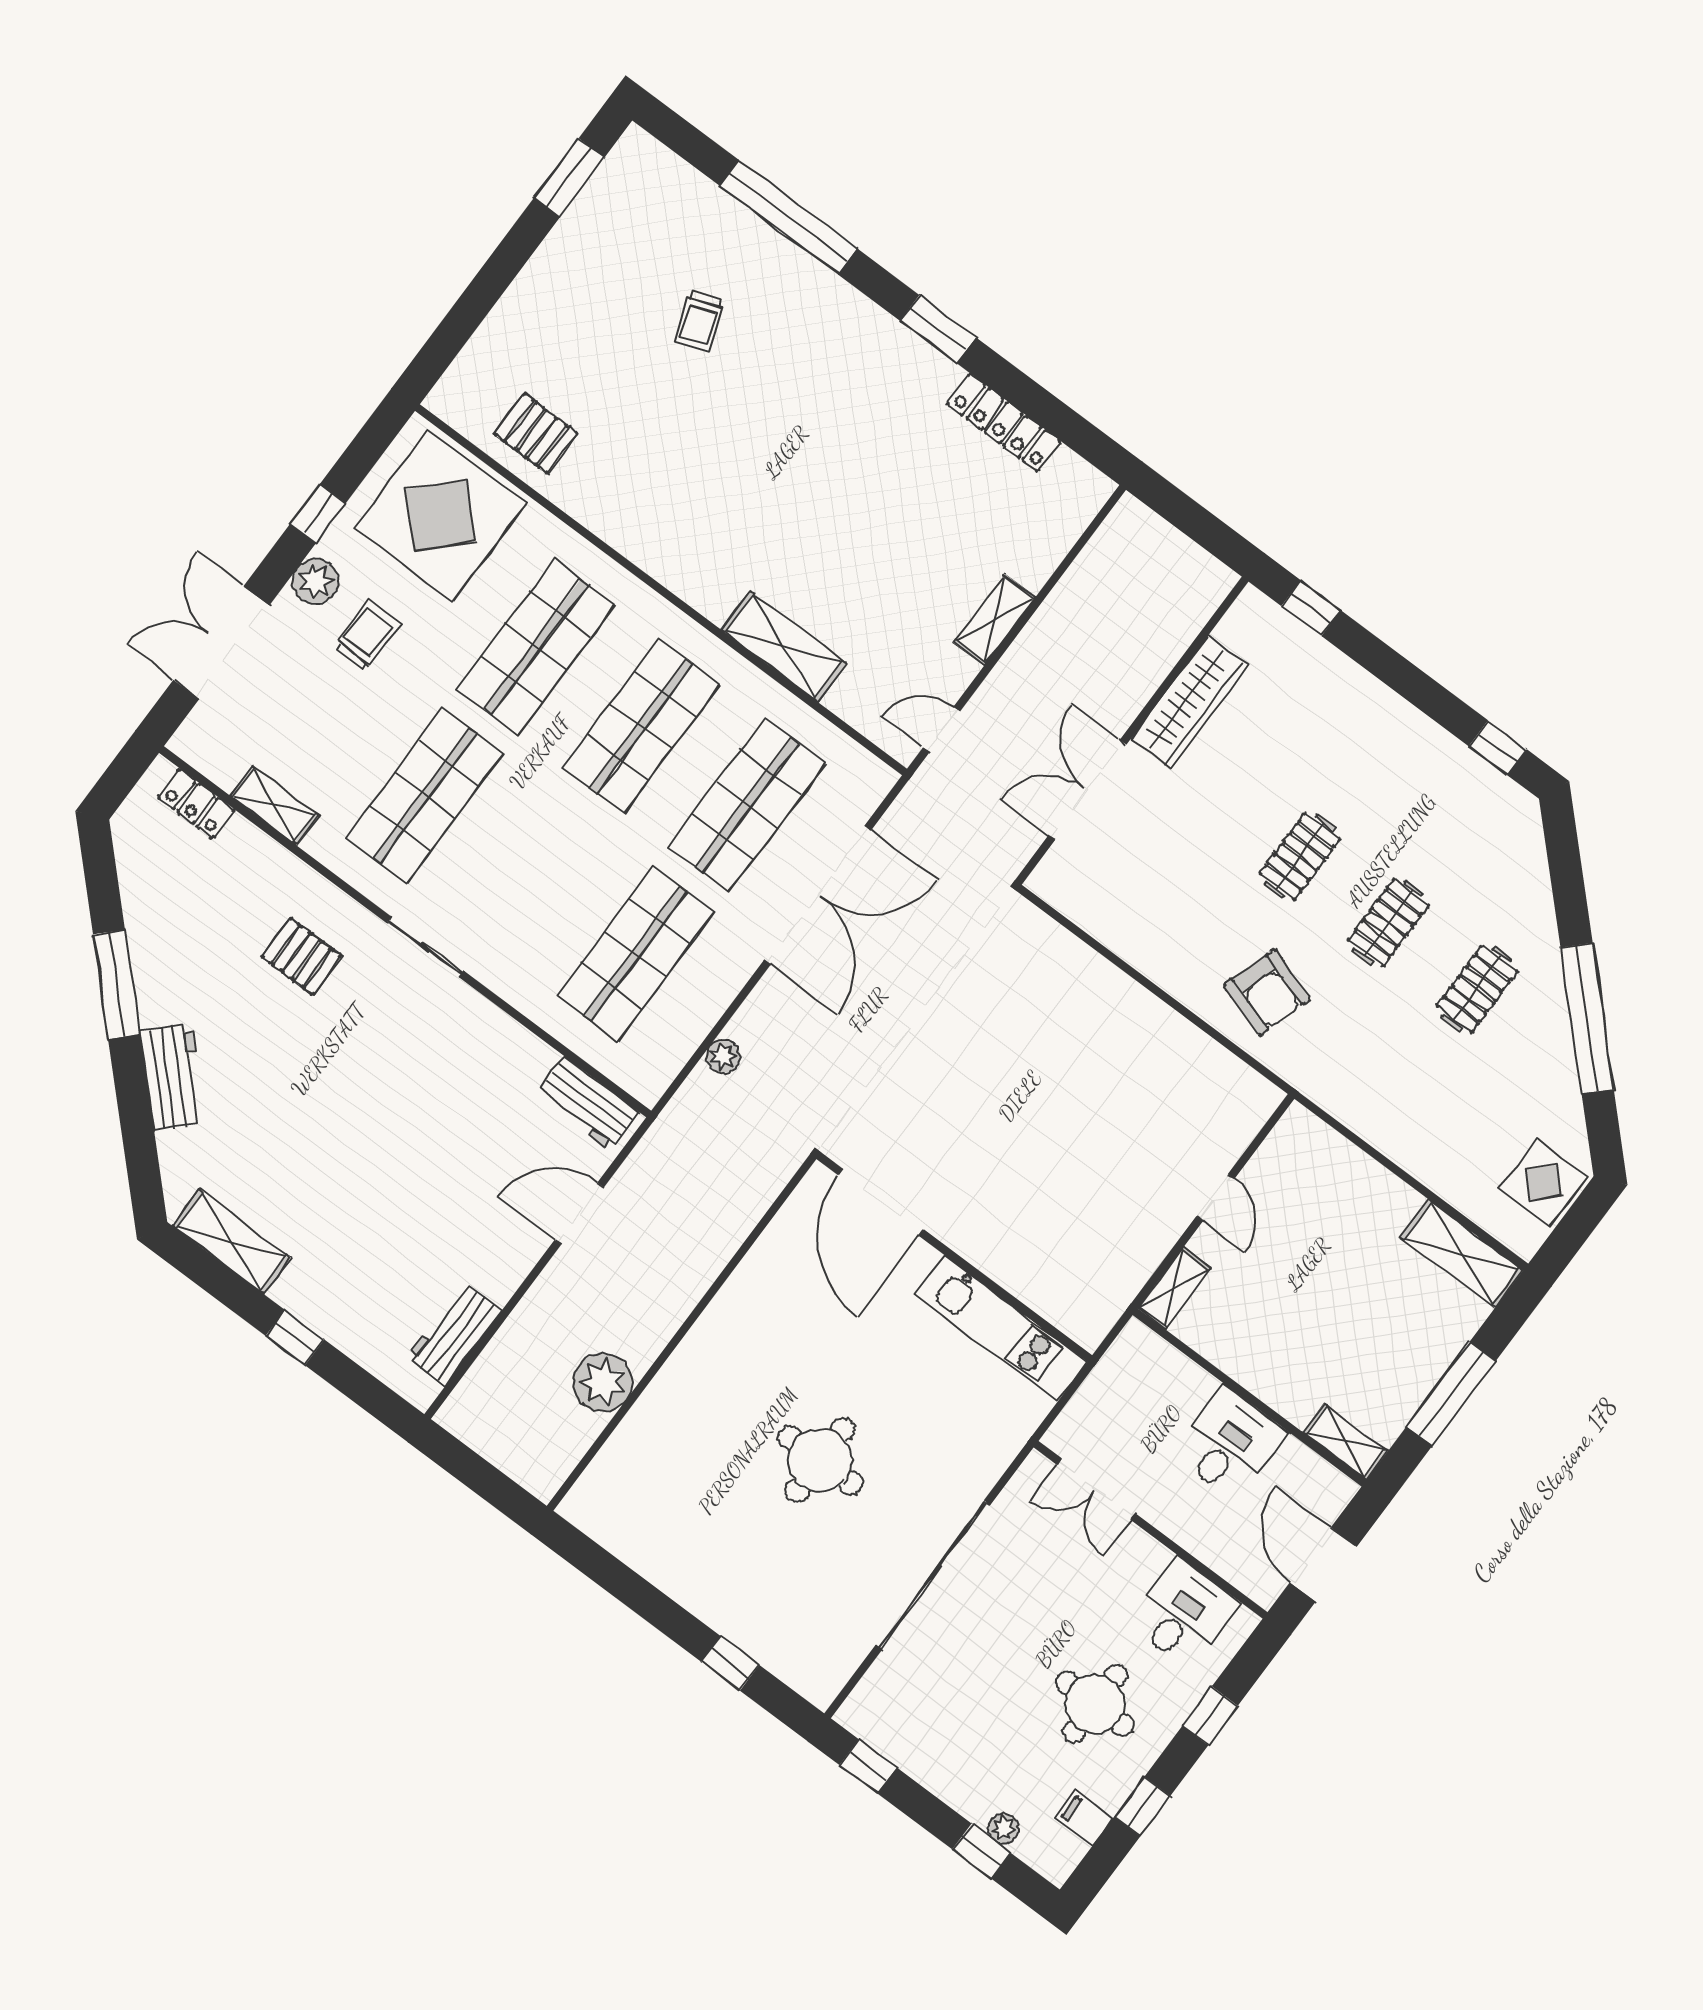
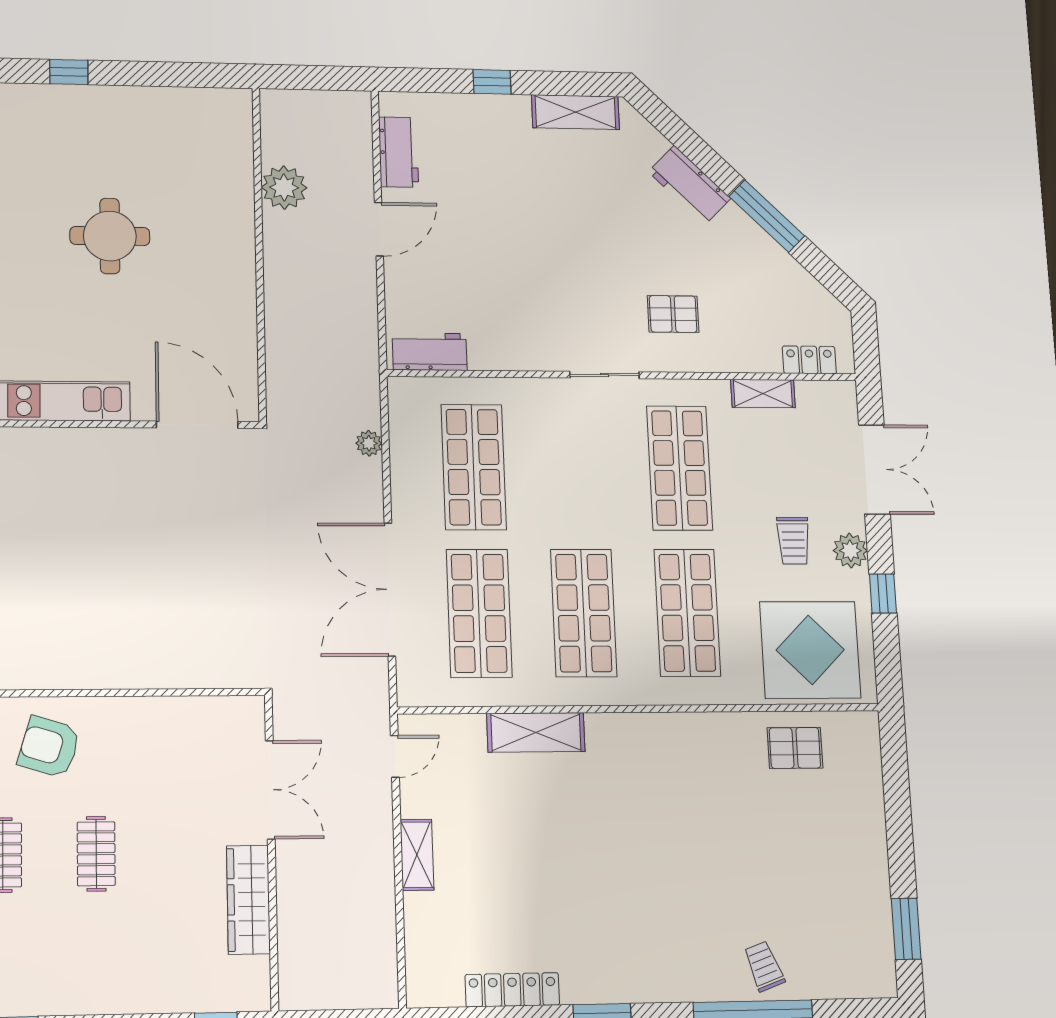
trolley: (699, 321) -> (764, 966), moved
door: (579, 1214) -> (379, 229), moved

